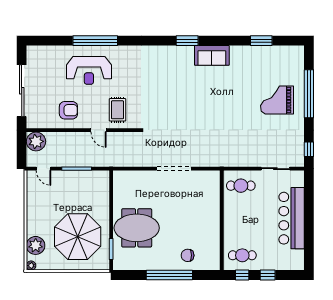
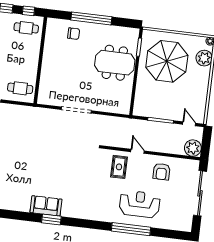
sofa: (212, 55) -> (46, 206), moved
armchair: (68, 110) -> (161, 172), turned -90

